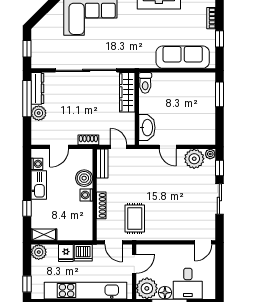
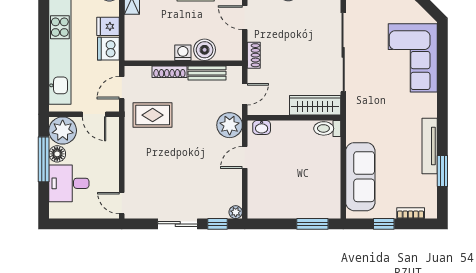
washbasin: (147, 128) -> (262, 127), width x0.52, depth x0.69
plant: (194, 159) -> (230, 125), moved
bench: (102, 164) -> (207, 73), moved

